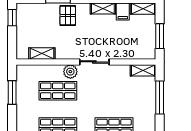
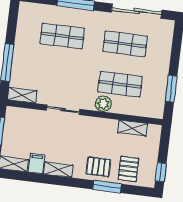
pallet: (68, 16) -> (98, 167), turned 90
pallet: (41, 17) -> (128, 169), added
sliding door: (94, 62) -> (63, 110), moved

